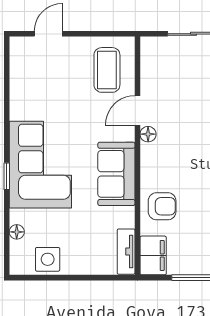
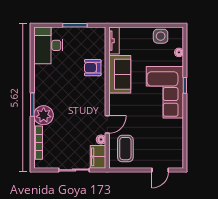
floor lamp: (148, 134) -> (101, 139), moved
sofa: (116, 174) -> (120, 74), moved
filing cabinet: (153, 255) -> (98, 157), moved

